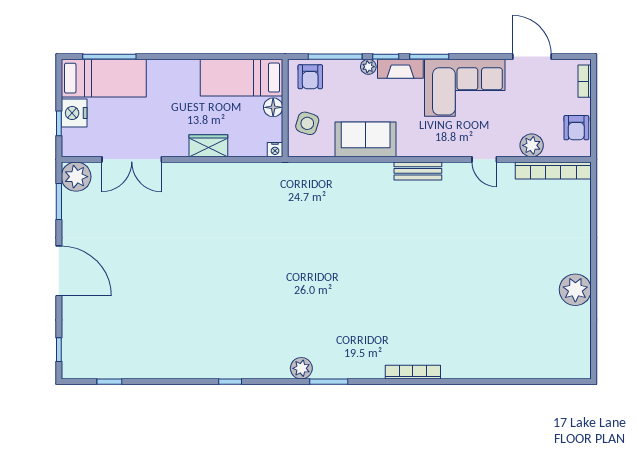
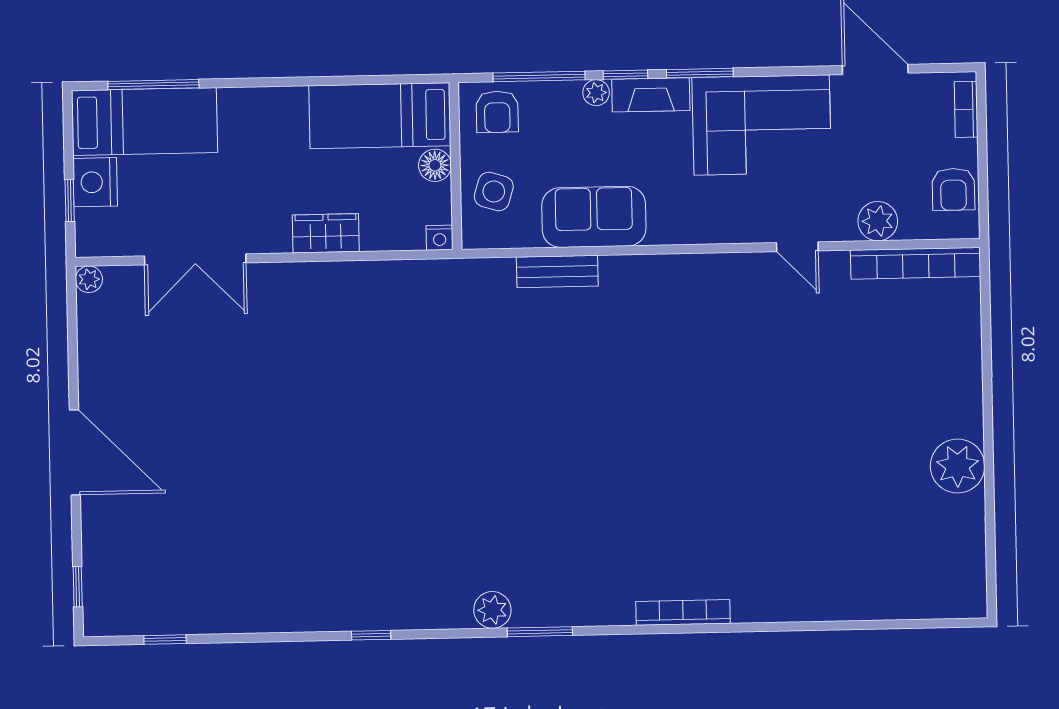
bench: (418, 171) -> (557, 271), moved
plant: (76, 177) -> (89, 279), width x0.53, depth x0.53
window: (59, 202) -> (72, 334), removed

